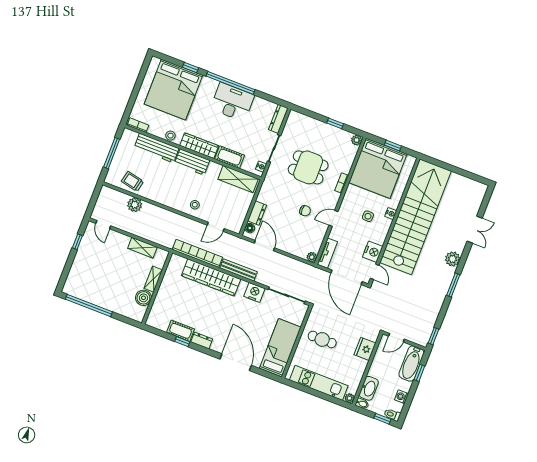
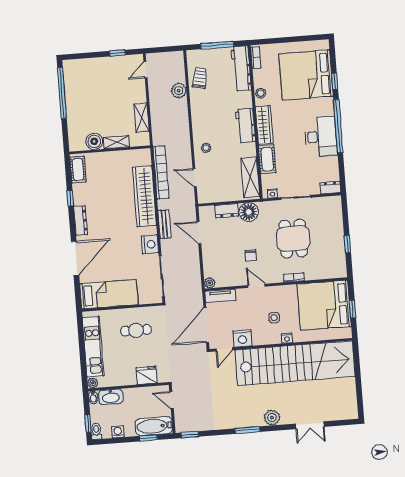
dresser: (278, 119) -> (330, 188), width x0.70
plant: (357, 140) -> (341, 272), removed
workbench: (157, 148) -> (241, 68), moved
floor lamp: (250, 228) -> (249, 212), moved, width x1.89, depth x1.89
door: (264, 246) -> (199, 233), swing flipped
bench: (239, 270) -> (164, 224), width x0.73
cot: (181, 331) -> (78, 169), moved
cafe table: (322, 339) -> (136, 330), turned 90
dresser: (202, 340) -> (81, 221), width x1.44

